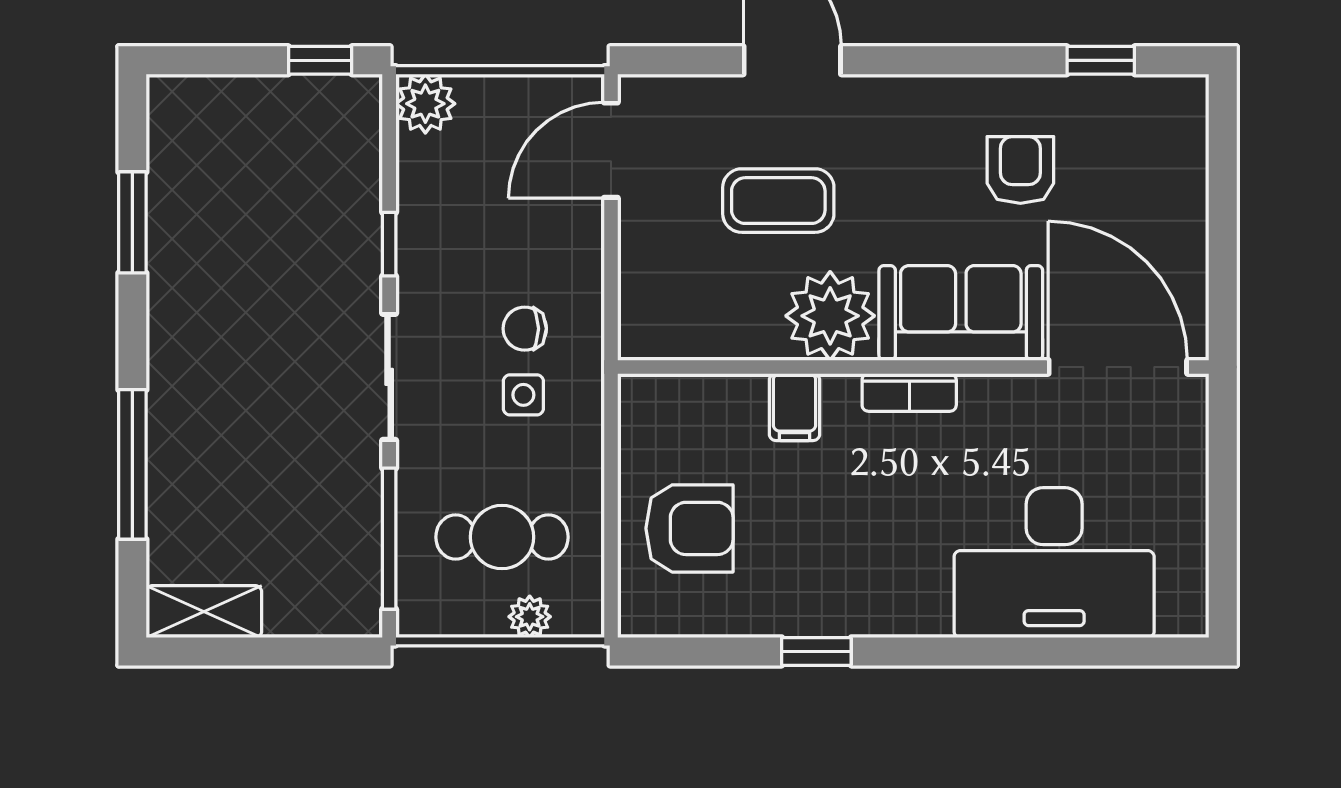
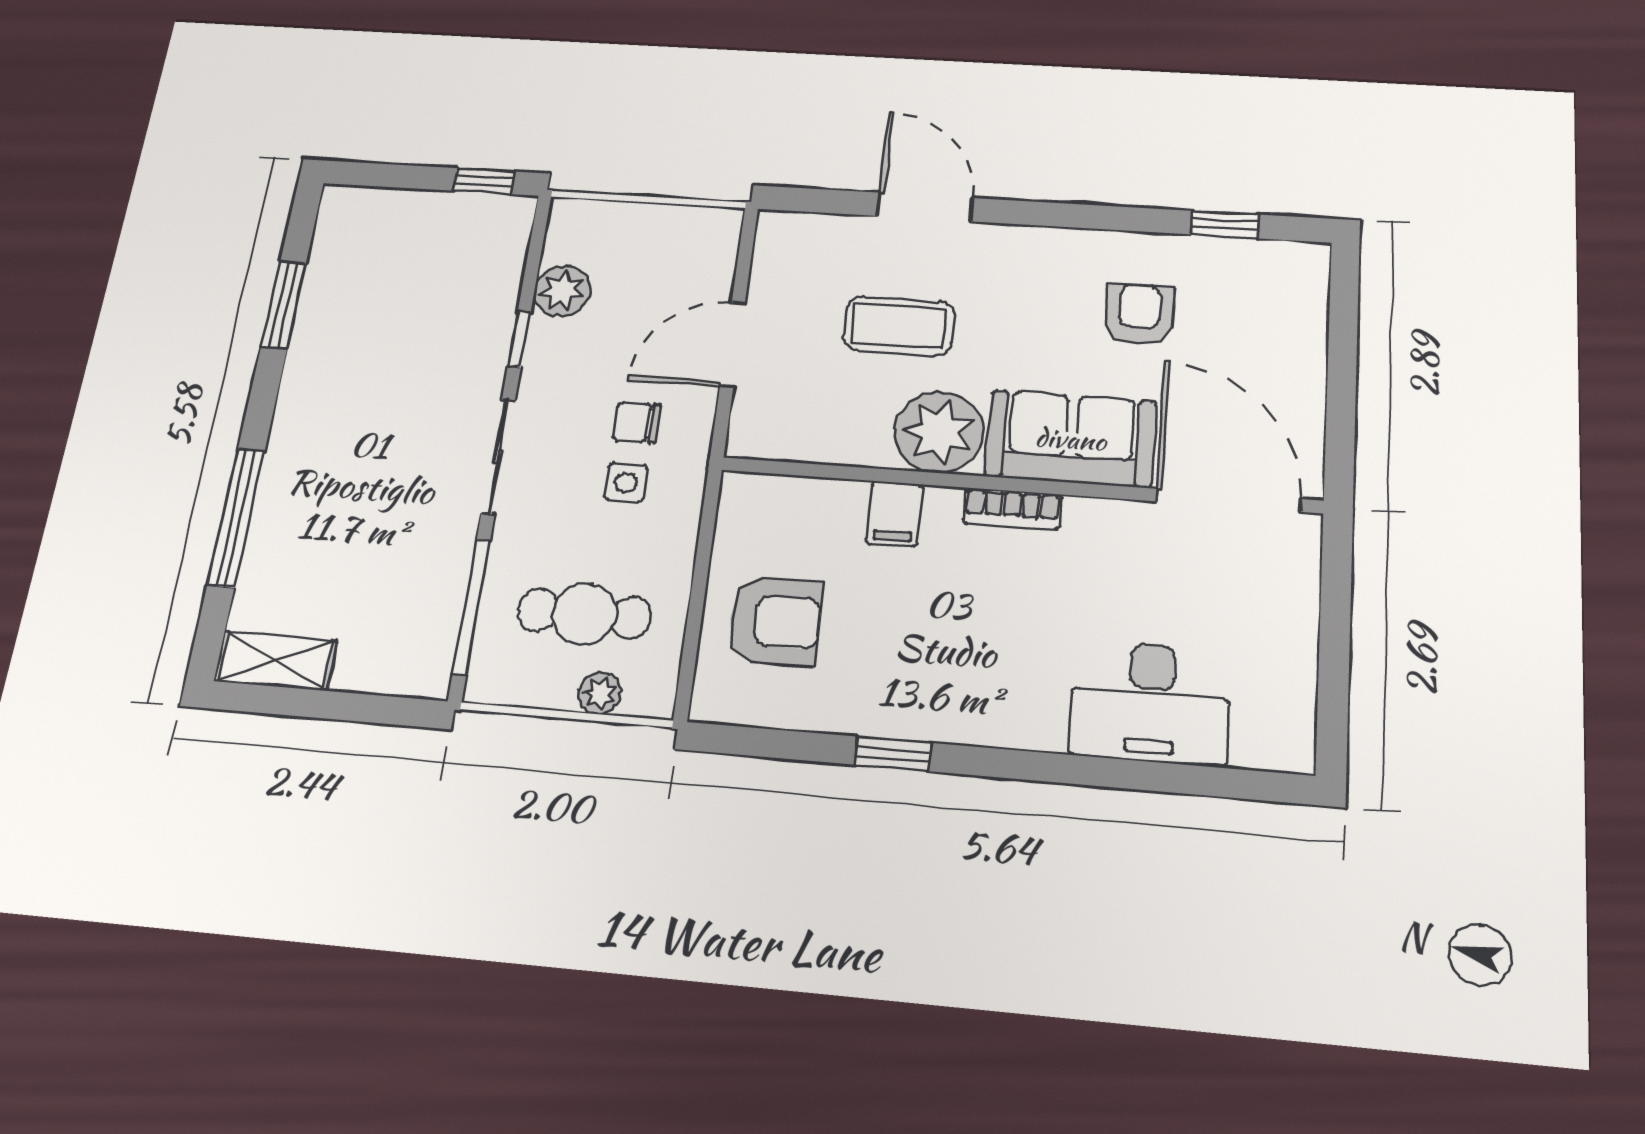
plant: (425, 104) -> (562, 291), moved
door: (611, 150) -> (733, 345), moved
desk: (1054, 563) -> (1151, 703), width x0.73, depth x0.77

